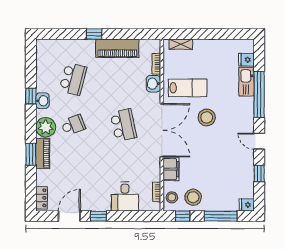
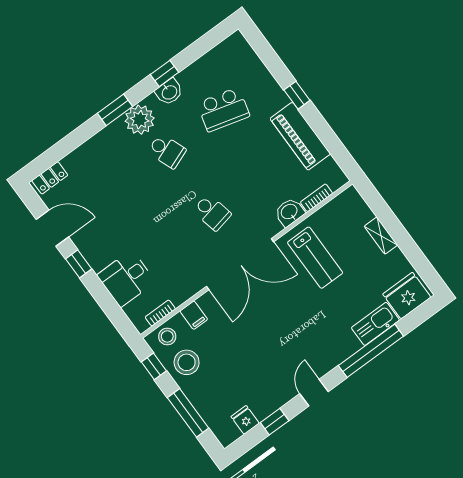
shelving: (181, 44) -> (381, 236), moved
fridge: (246, 60) -> (407, 296), width x1.88, depth x1.34
stool: (207, 117) -> (296, 307), removed
school desk: (123, 125) -> (212, 212), width x0.54
piano: (43, 153) -> (105, 139), removed
window: (31, 154) -> (115, 110), moved
filing cabinet: (171, 169) -> (194, 315), width x0.50
fridge: (247, 205) -> (245, 420), moved

